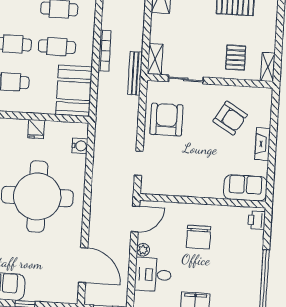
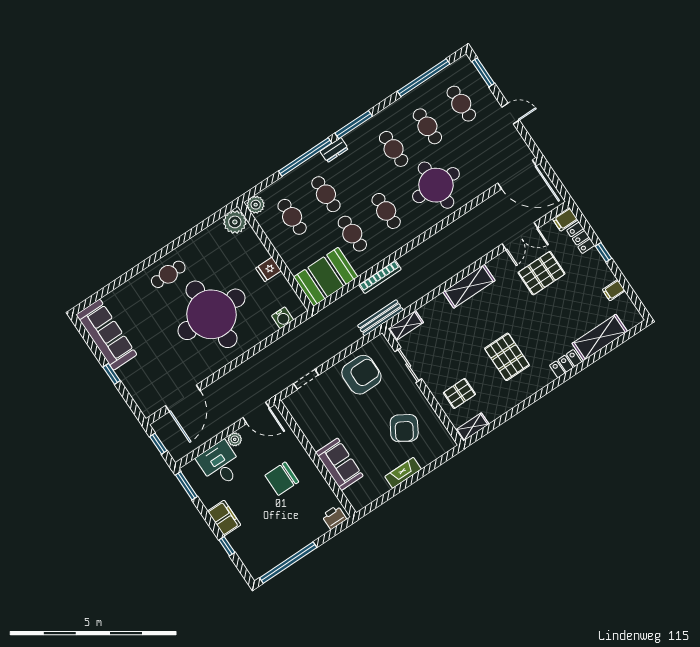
sofa: (245, 188) -> (339, 464), moved

